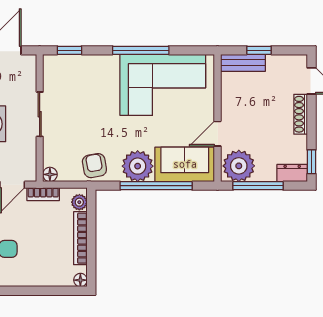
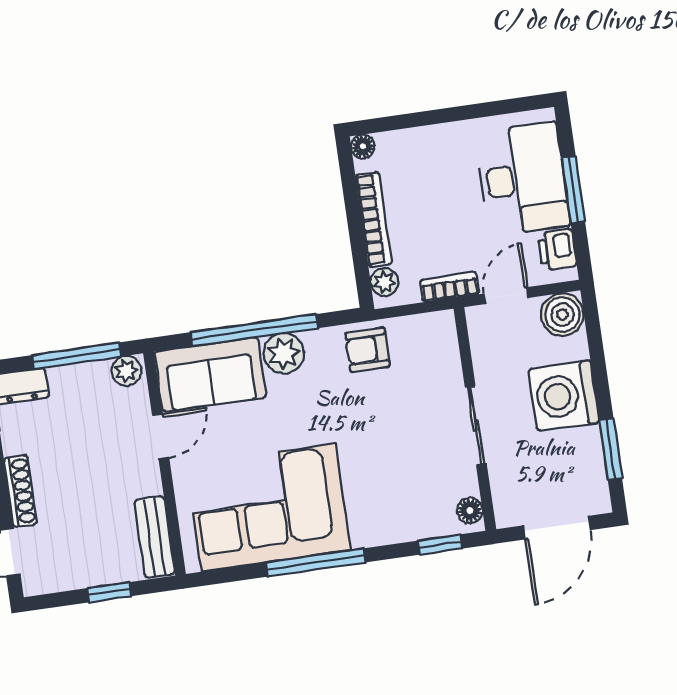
bench: (243, 63) -> (155, 537), moved, turned 90
armchair: (94, 166) -> (367, 350), turned 100
plant: (138, 166) -> (284, 353), width x0.73, depth x0.73
plant: (239, 166) -> (126, 371), width x0.53, depth x0.53
floor lamp: (50, 174) -> (470, 511), moved

